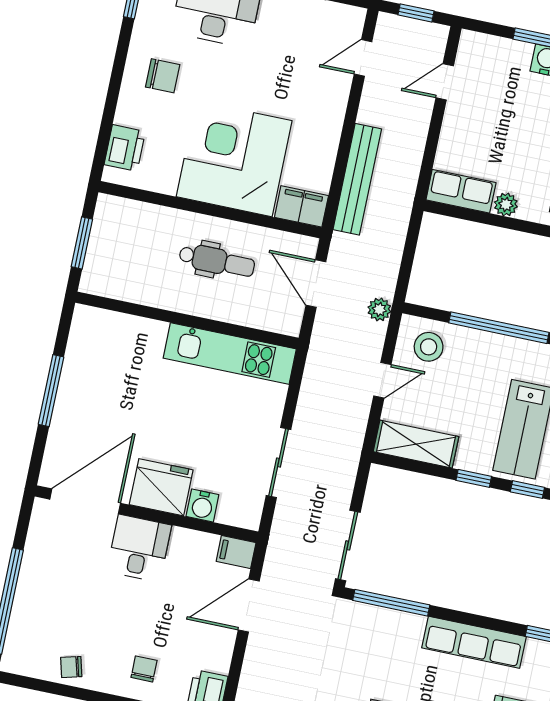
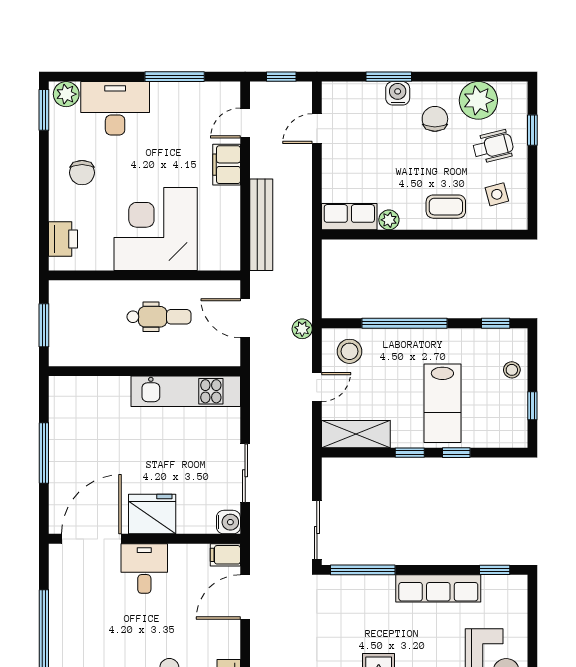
chair: (163, 76) -> (82, 173), turned 90
filing cabinet: (301, 206) -> (227, 165), moved, turned -90
water cooler: (202, 506) -> (228, 522), moved, turned -90

